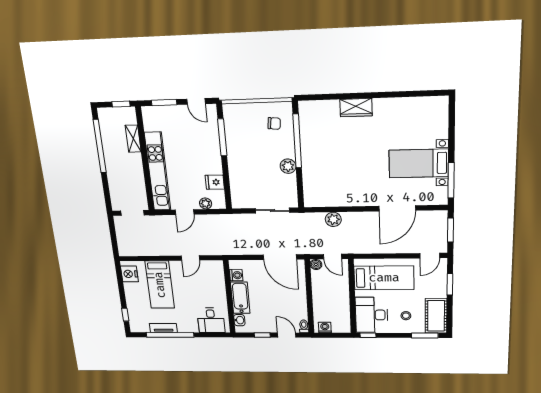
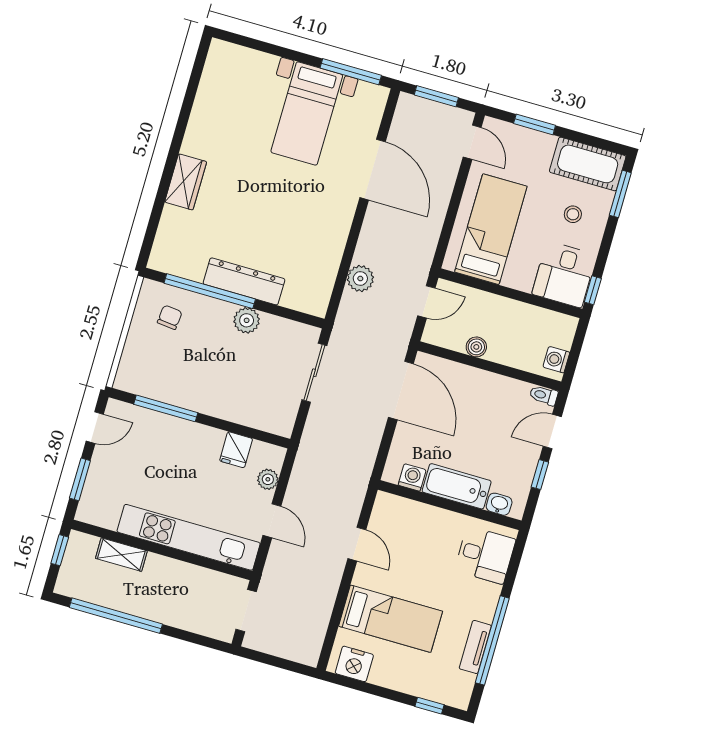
dresser: (309, 158) -> (244, 281), added
door: (280, 257) -> (401, 390), hinge flipped
boiler: (316, 264) -> (476, 347), moved
desk: (372, 315) -> (564, 274), width x0.73

